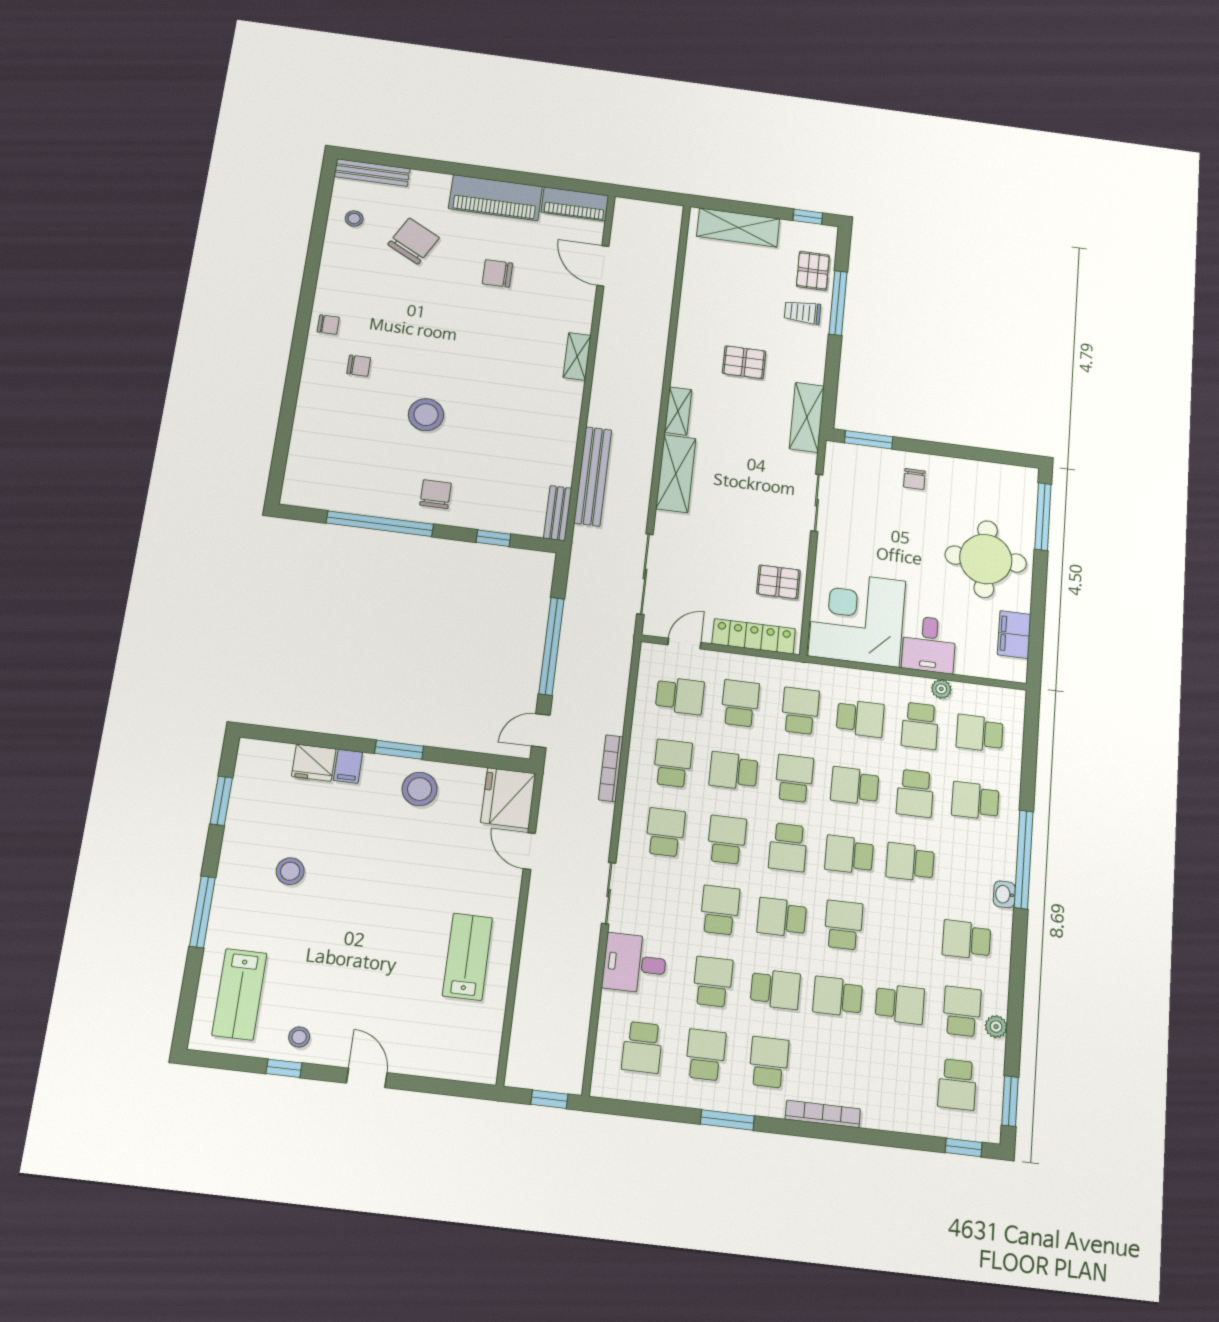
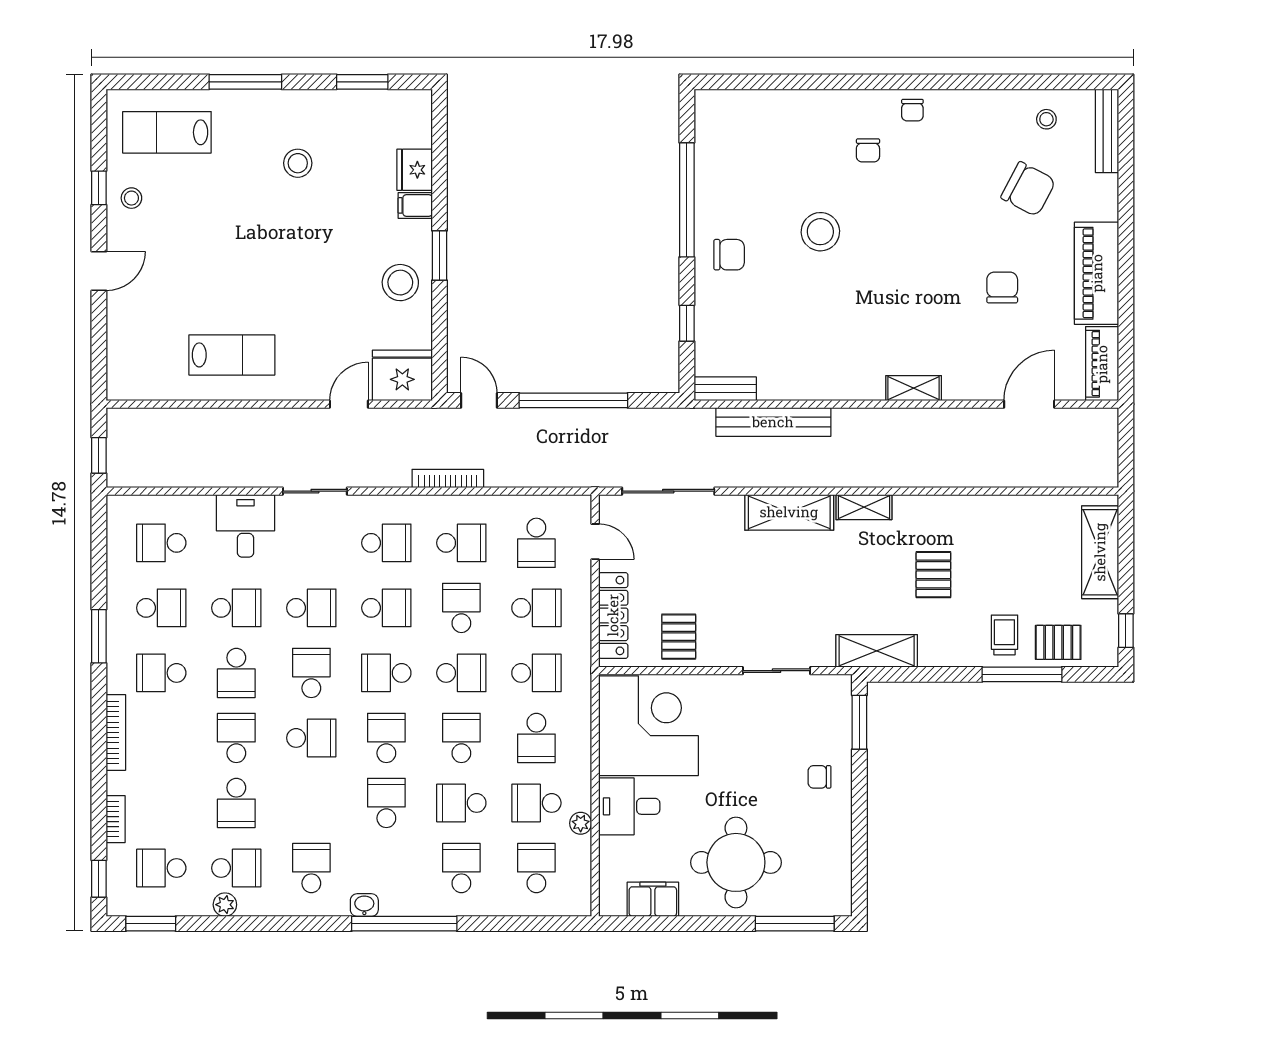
school desk: (769, 1062) -> (161, 673), turned 180
bookcase: (907, 1124) -> (116, 819), added

